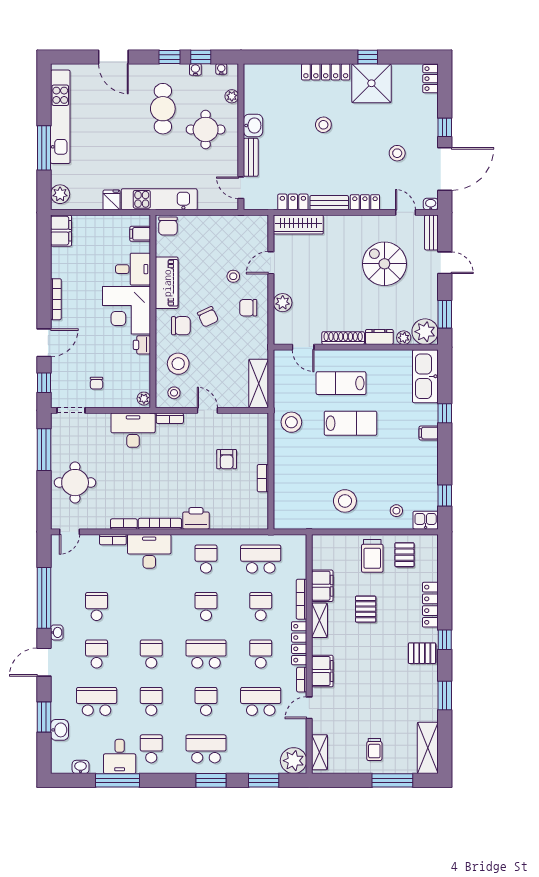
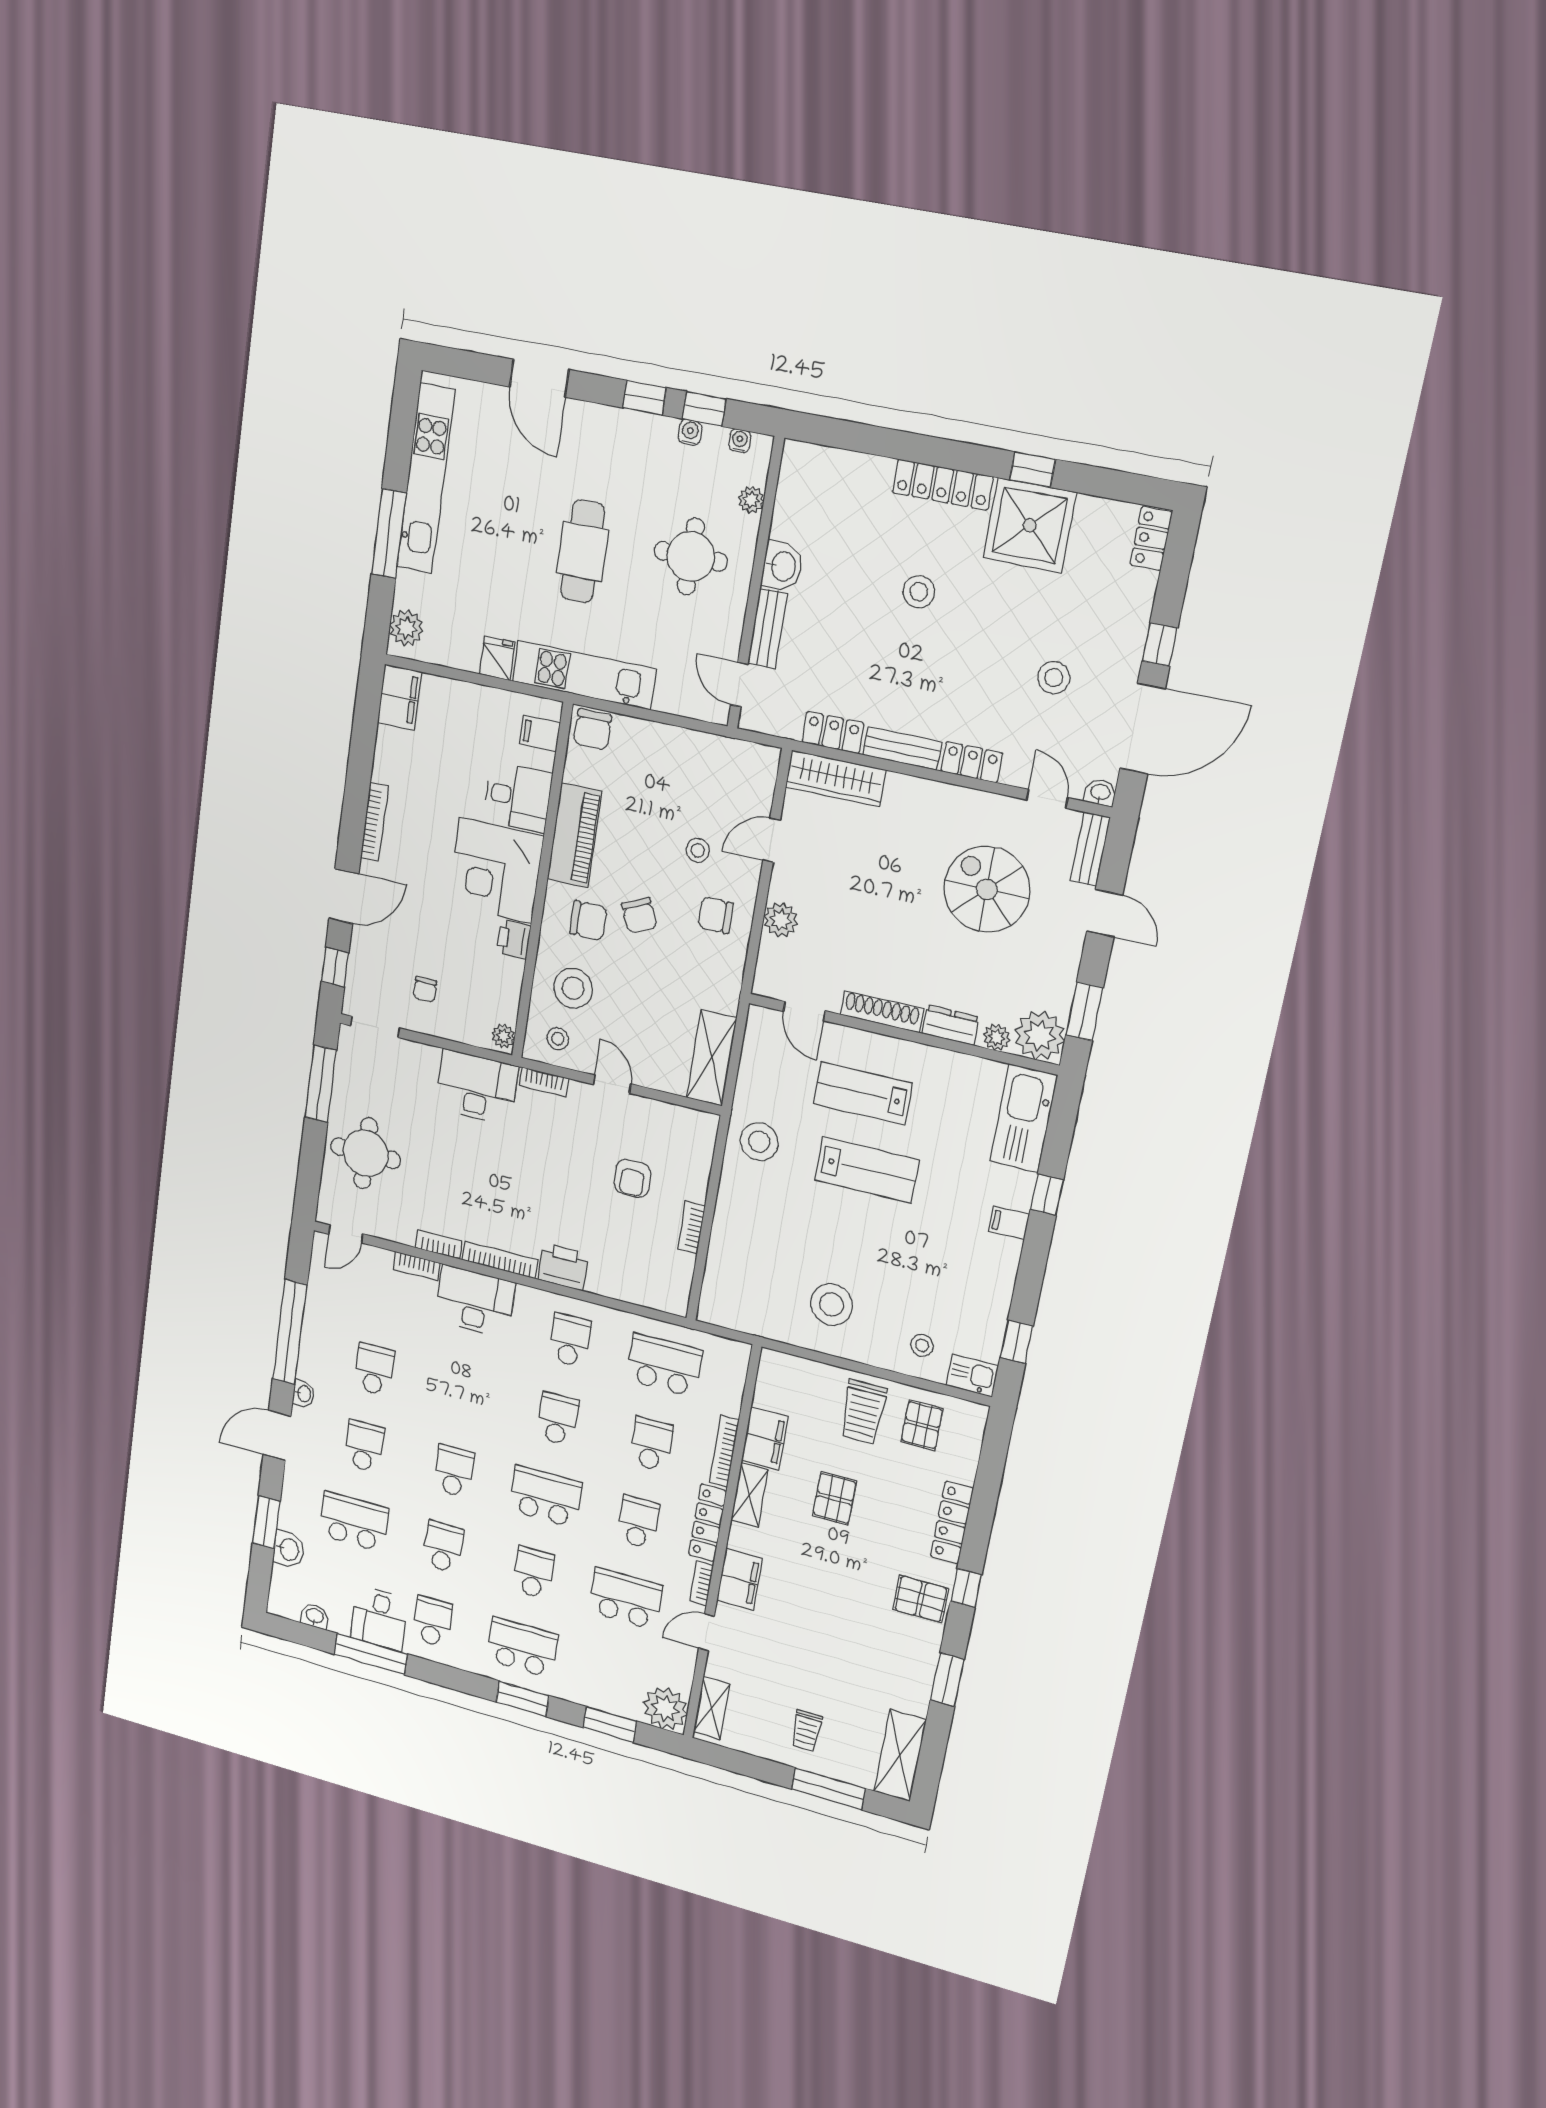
cafe table: (163, 109) -> (583, 552), moved

